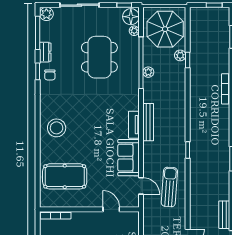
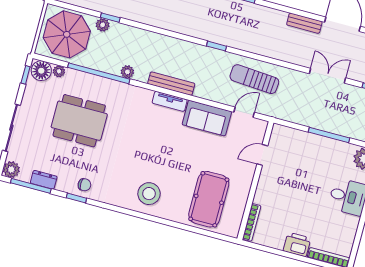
dresser: (45, 52) -> (44, 180), moved
plant: (148, 72) -> (127, 72), moved

